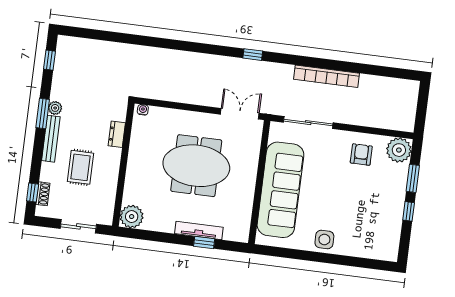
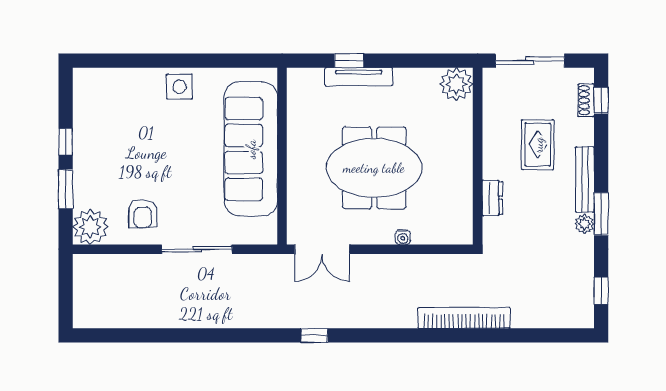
bookcase: (326, 76) -> (464, 318), moved
water cooler: (143, 110) -> (403, 237), moved
sliding door: (308, 123) -> (197, 249), moved
sliding door: (78, 226) -> (530, 61), width x1.37

